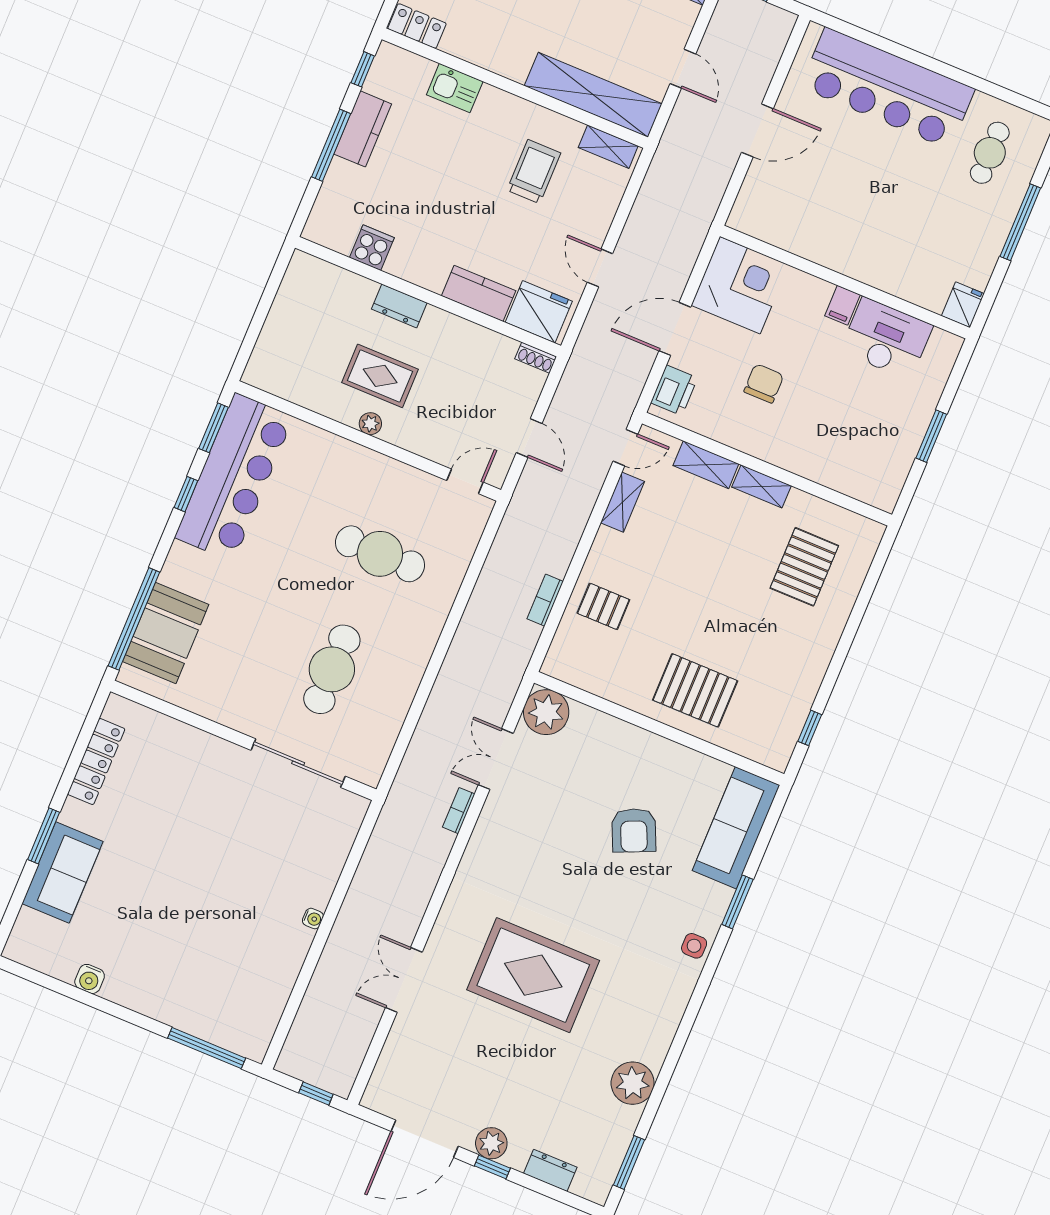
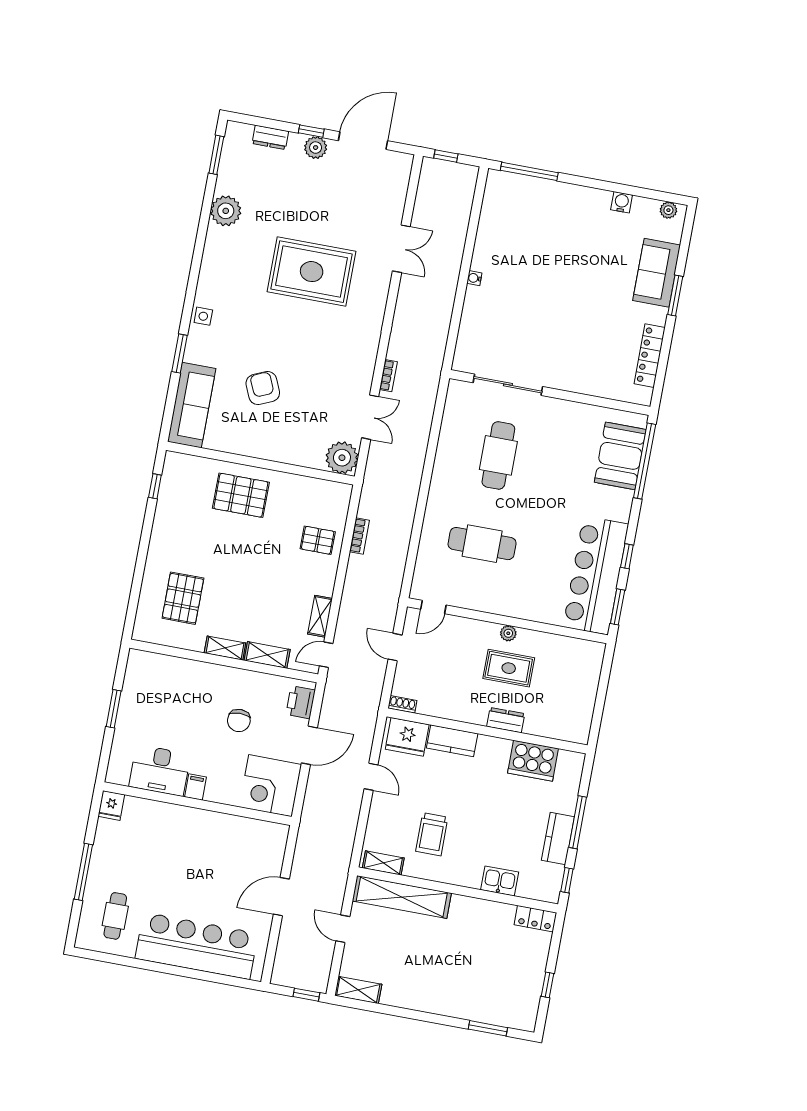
cooker: (372, 248) -> (533, 761), width x1.87, depth x1.31
plant: (28, 955) -> (668, 210), added

